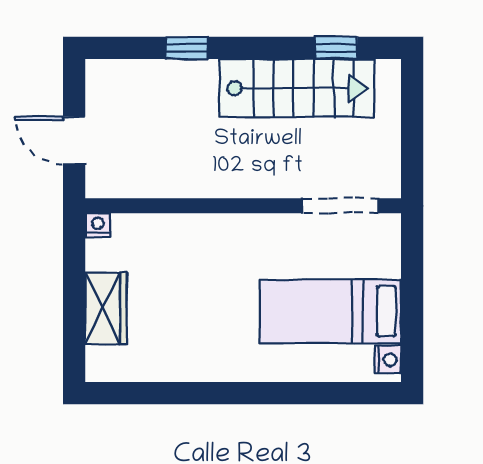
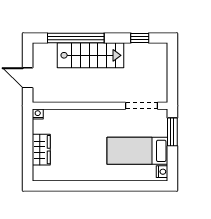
window: (187, 48) -> (76, 38), width x3.17
stairs: (297, 88) -> (91, 55), moved
window: (412, 267) -> (172, 132), added

